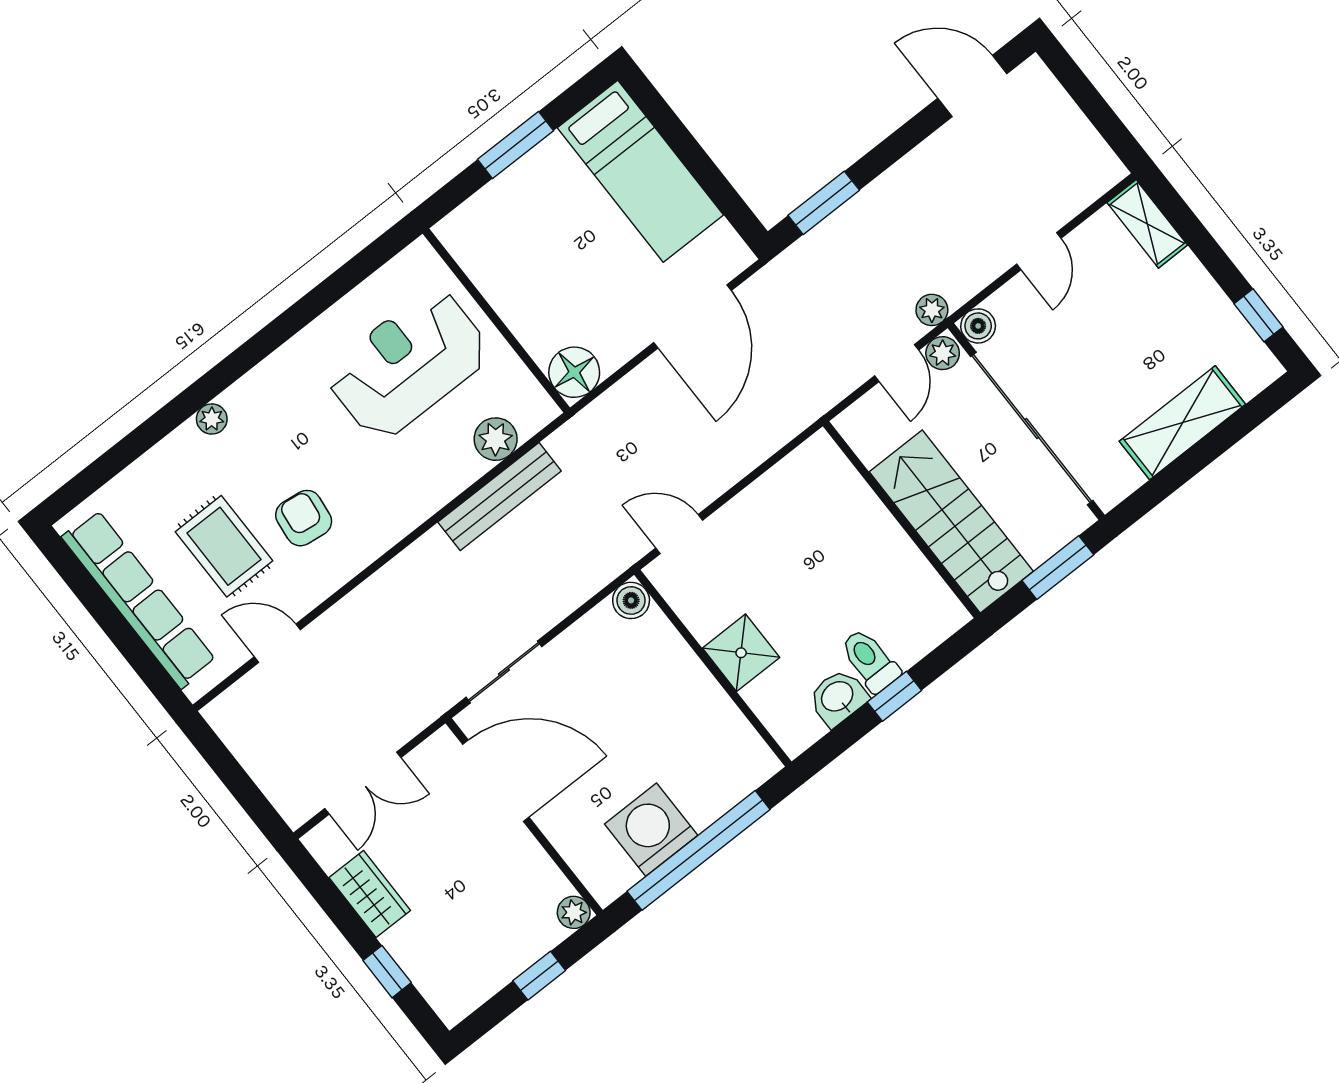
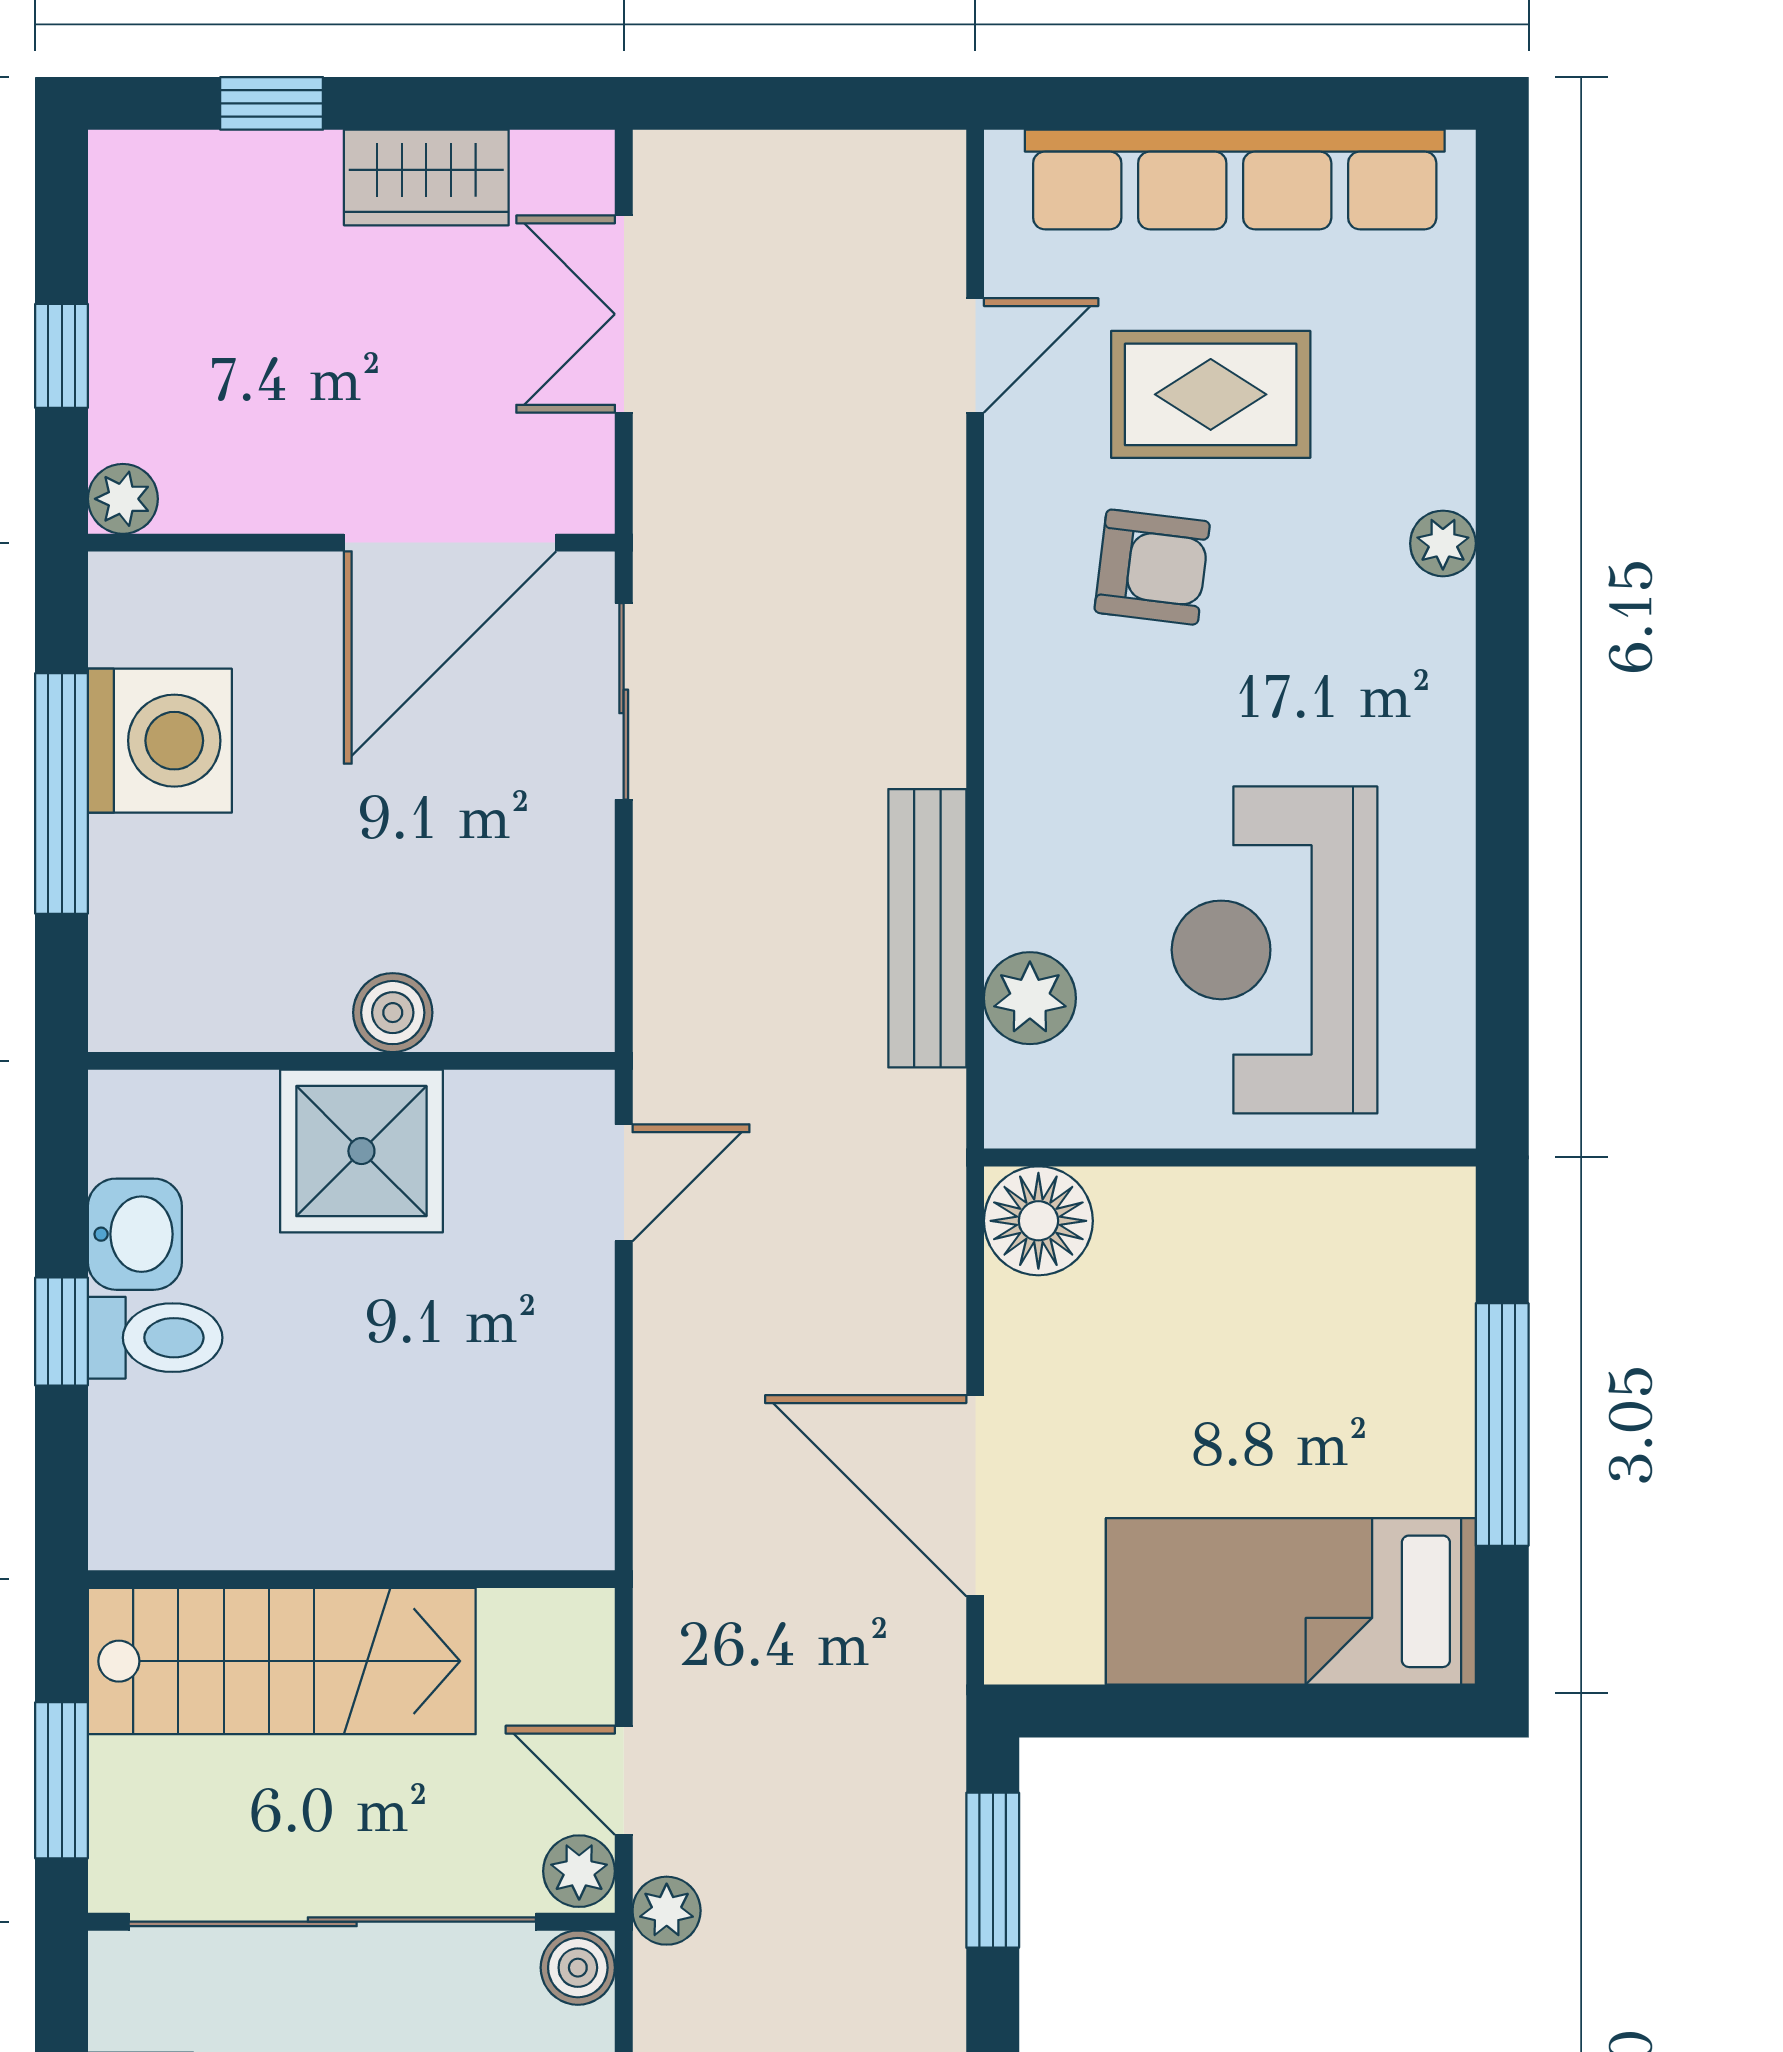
window: (516, 145) -> (1502, 1424), width x1.44
reception desk: (408, 364) -> (1275, 950), turned 180
boiler: (631, 600) -> (393, 1013), moved
shower: (741, 653) -> (361, 1151), width x1.36, depth x1.36
window: (699, 850) -> (62, 793), width x0.68

